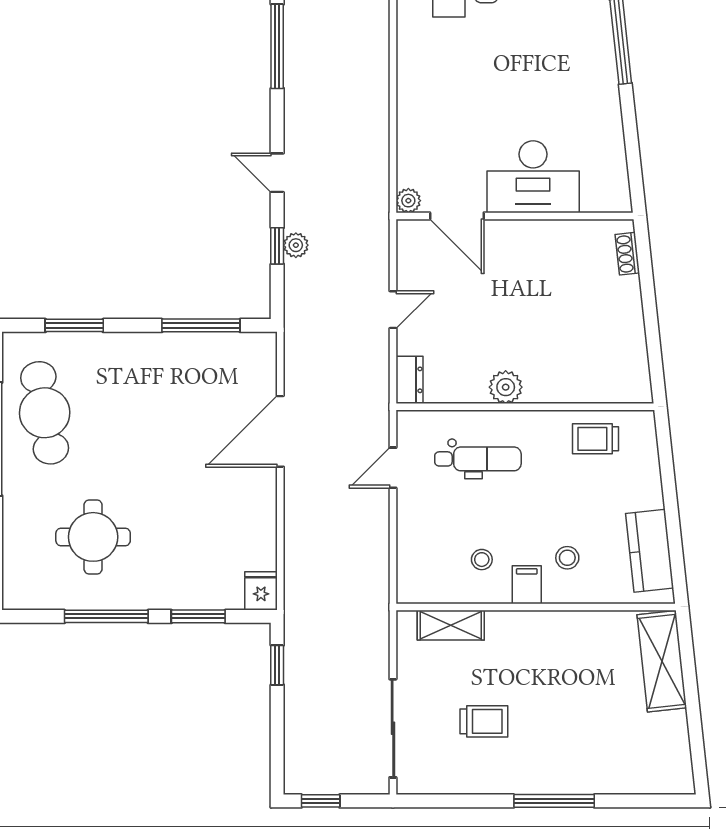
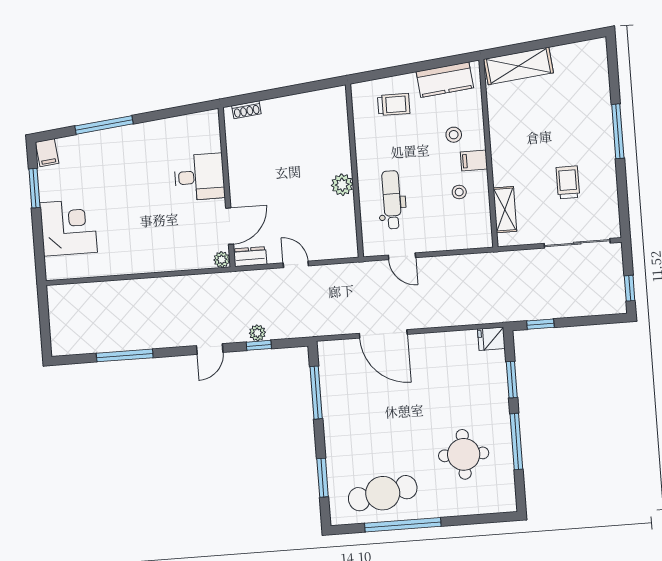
desk: (533, 177) -> (199, 177), width x0.73
dresser: (409, 380) -> (250, 257), moved
trolley: (596, 439) -> (394, 104), moved, turned -90

